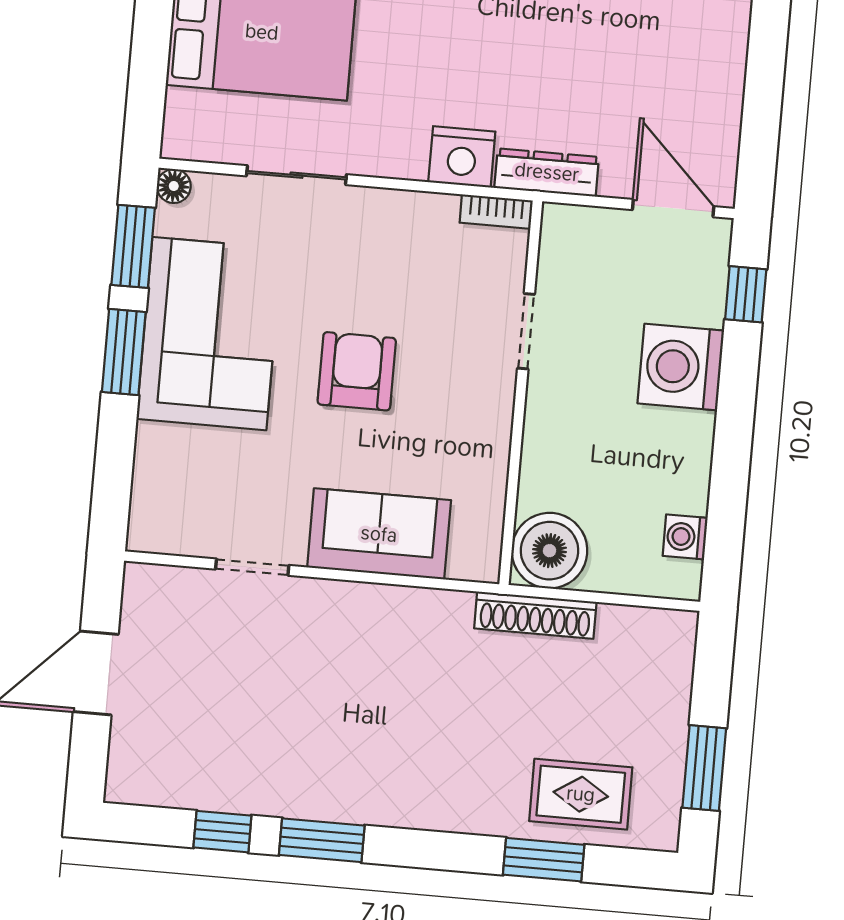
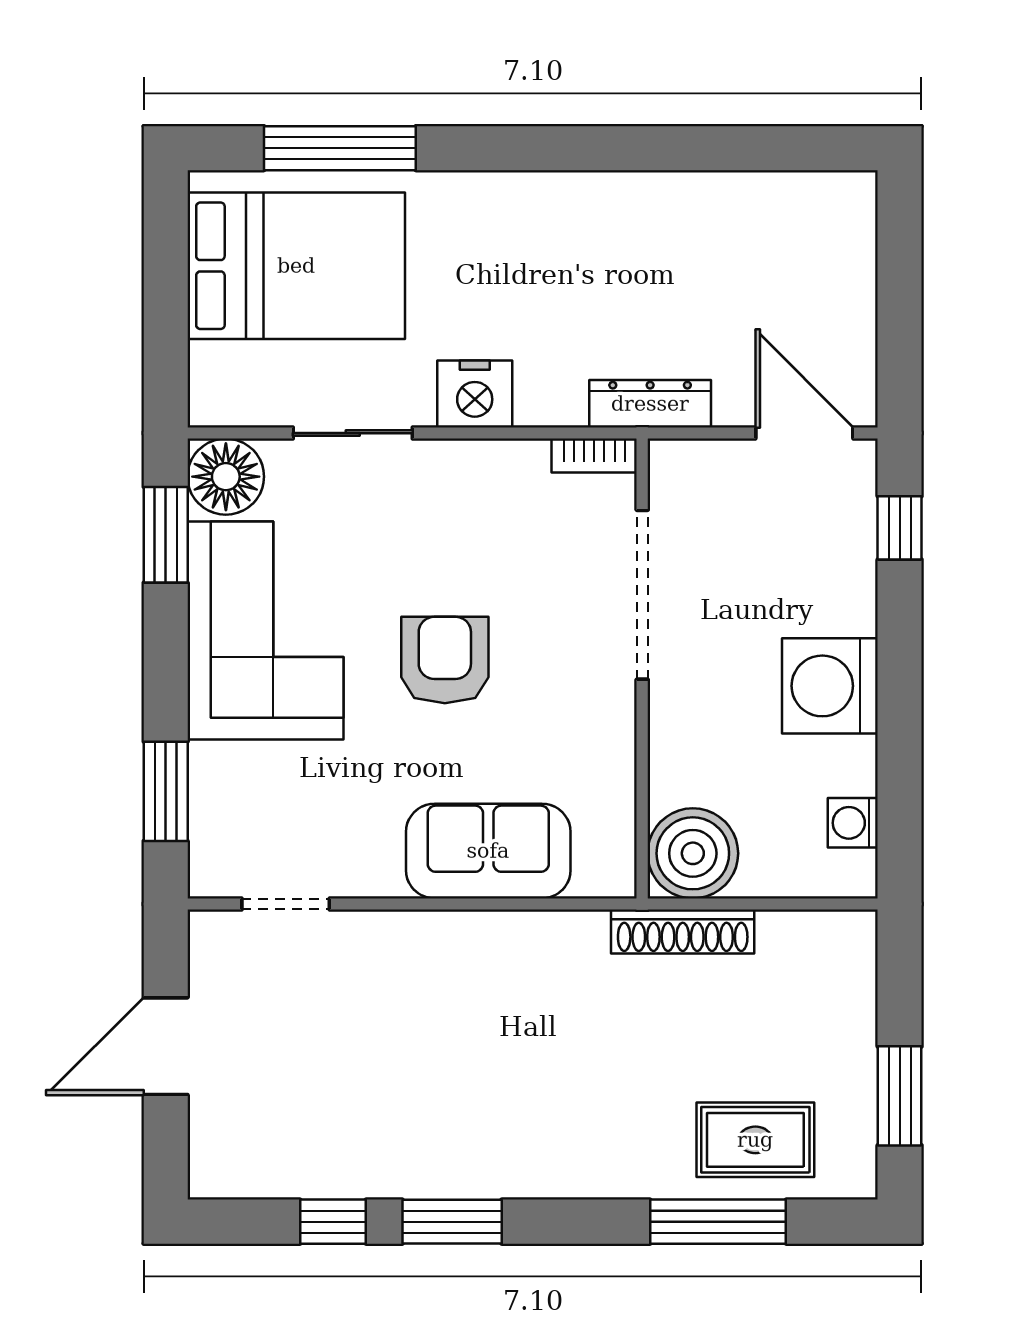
nightstand: (462, 157) -> (475, 394), moved
floor lamp: (174, 186) -> (226, 477), width x1.89, depth x1.89
doorway: (526, 331) -> (642, 595), width x1.88
window: (124, 352) -> (166, 791), moved
washing machine: (681, 367) -> (830, 686), moved
doorway: (252, 567) -> (286, 904), moved
window: (544, 860) -> (718, 1222), width x1.44

